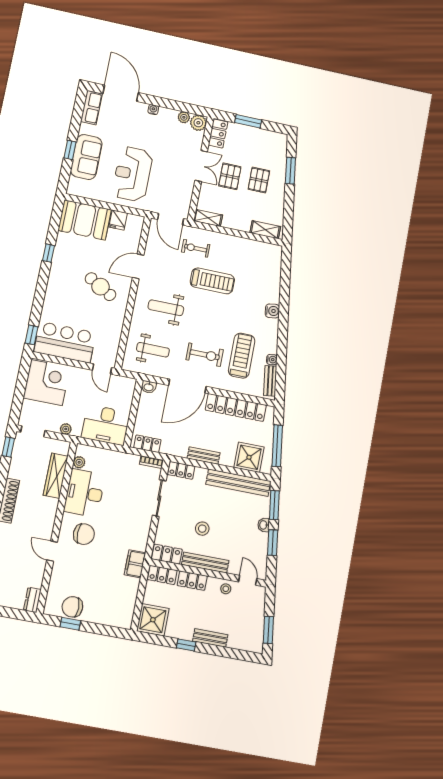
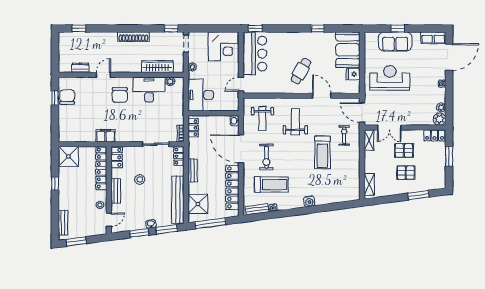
double door: (201, 166) -> (389, 128), moved
door: (171, 219) -> (362, 113), hinge flipped
bench: (205, 563) -> (116, 191), width x0.73
dresser: (32, 600) -> (80, 68), moved
bench: (210, 638) -> (63, 223), moved

